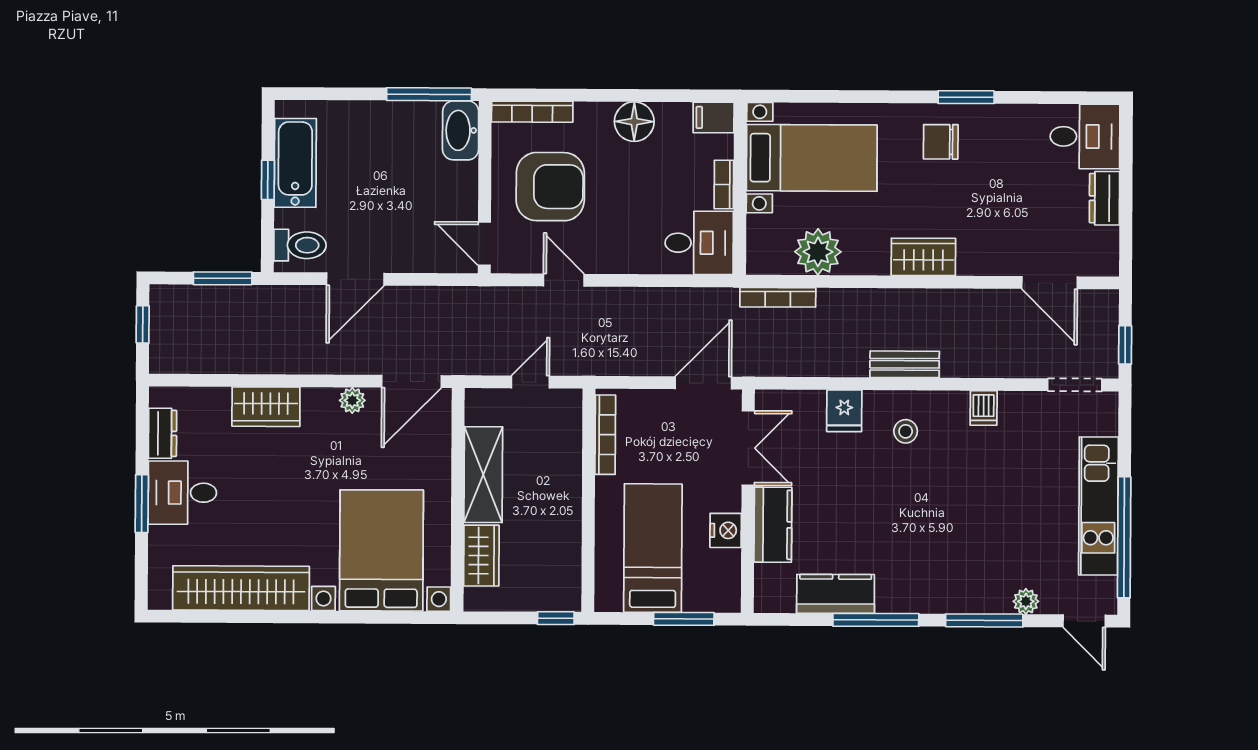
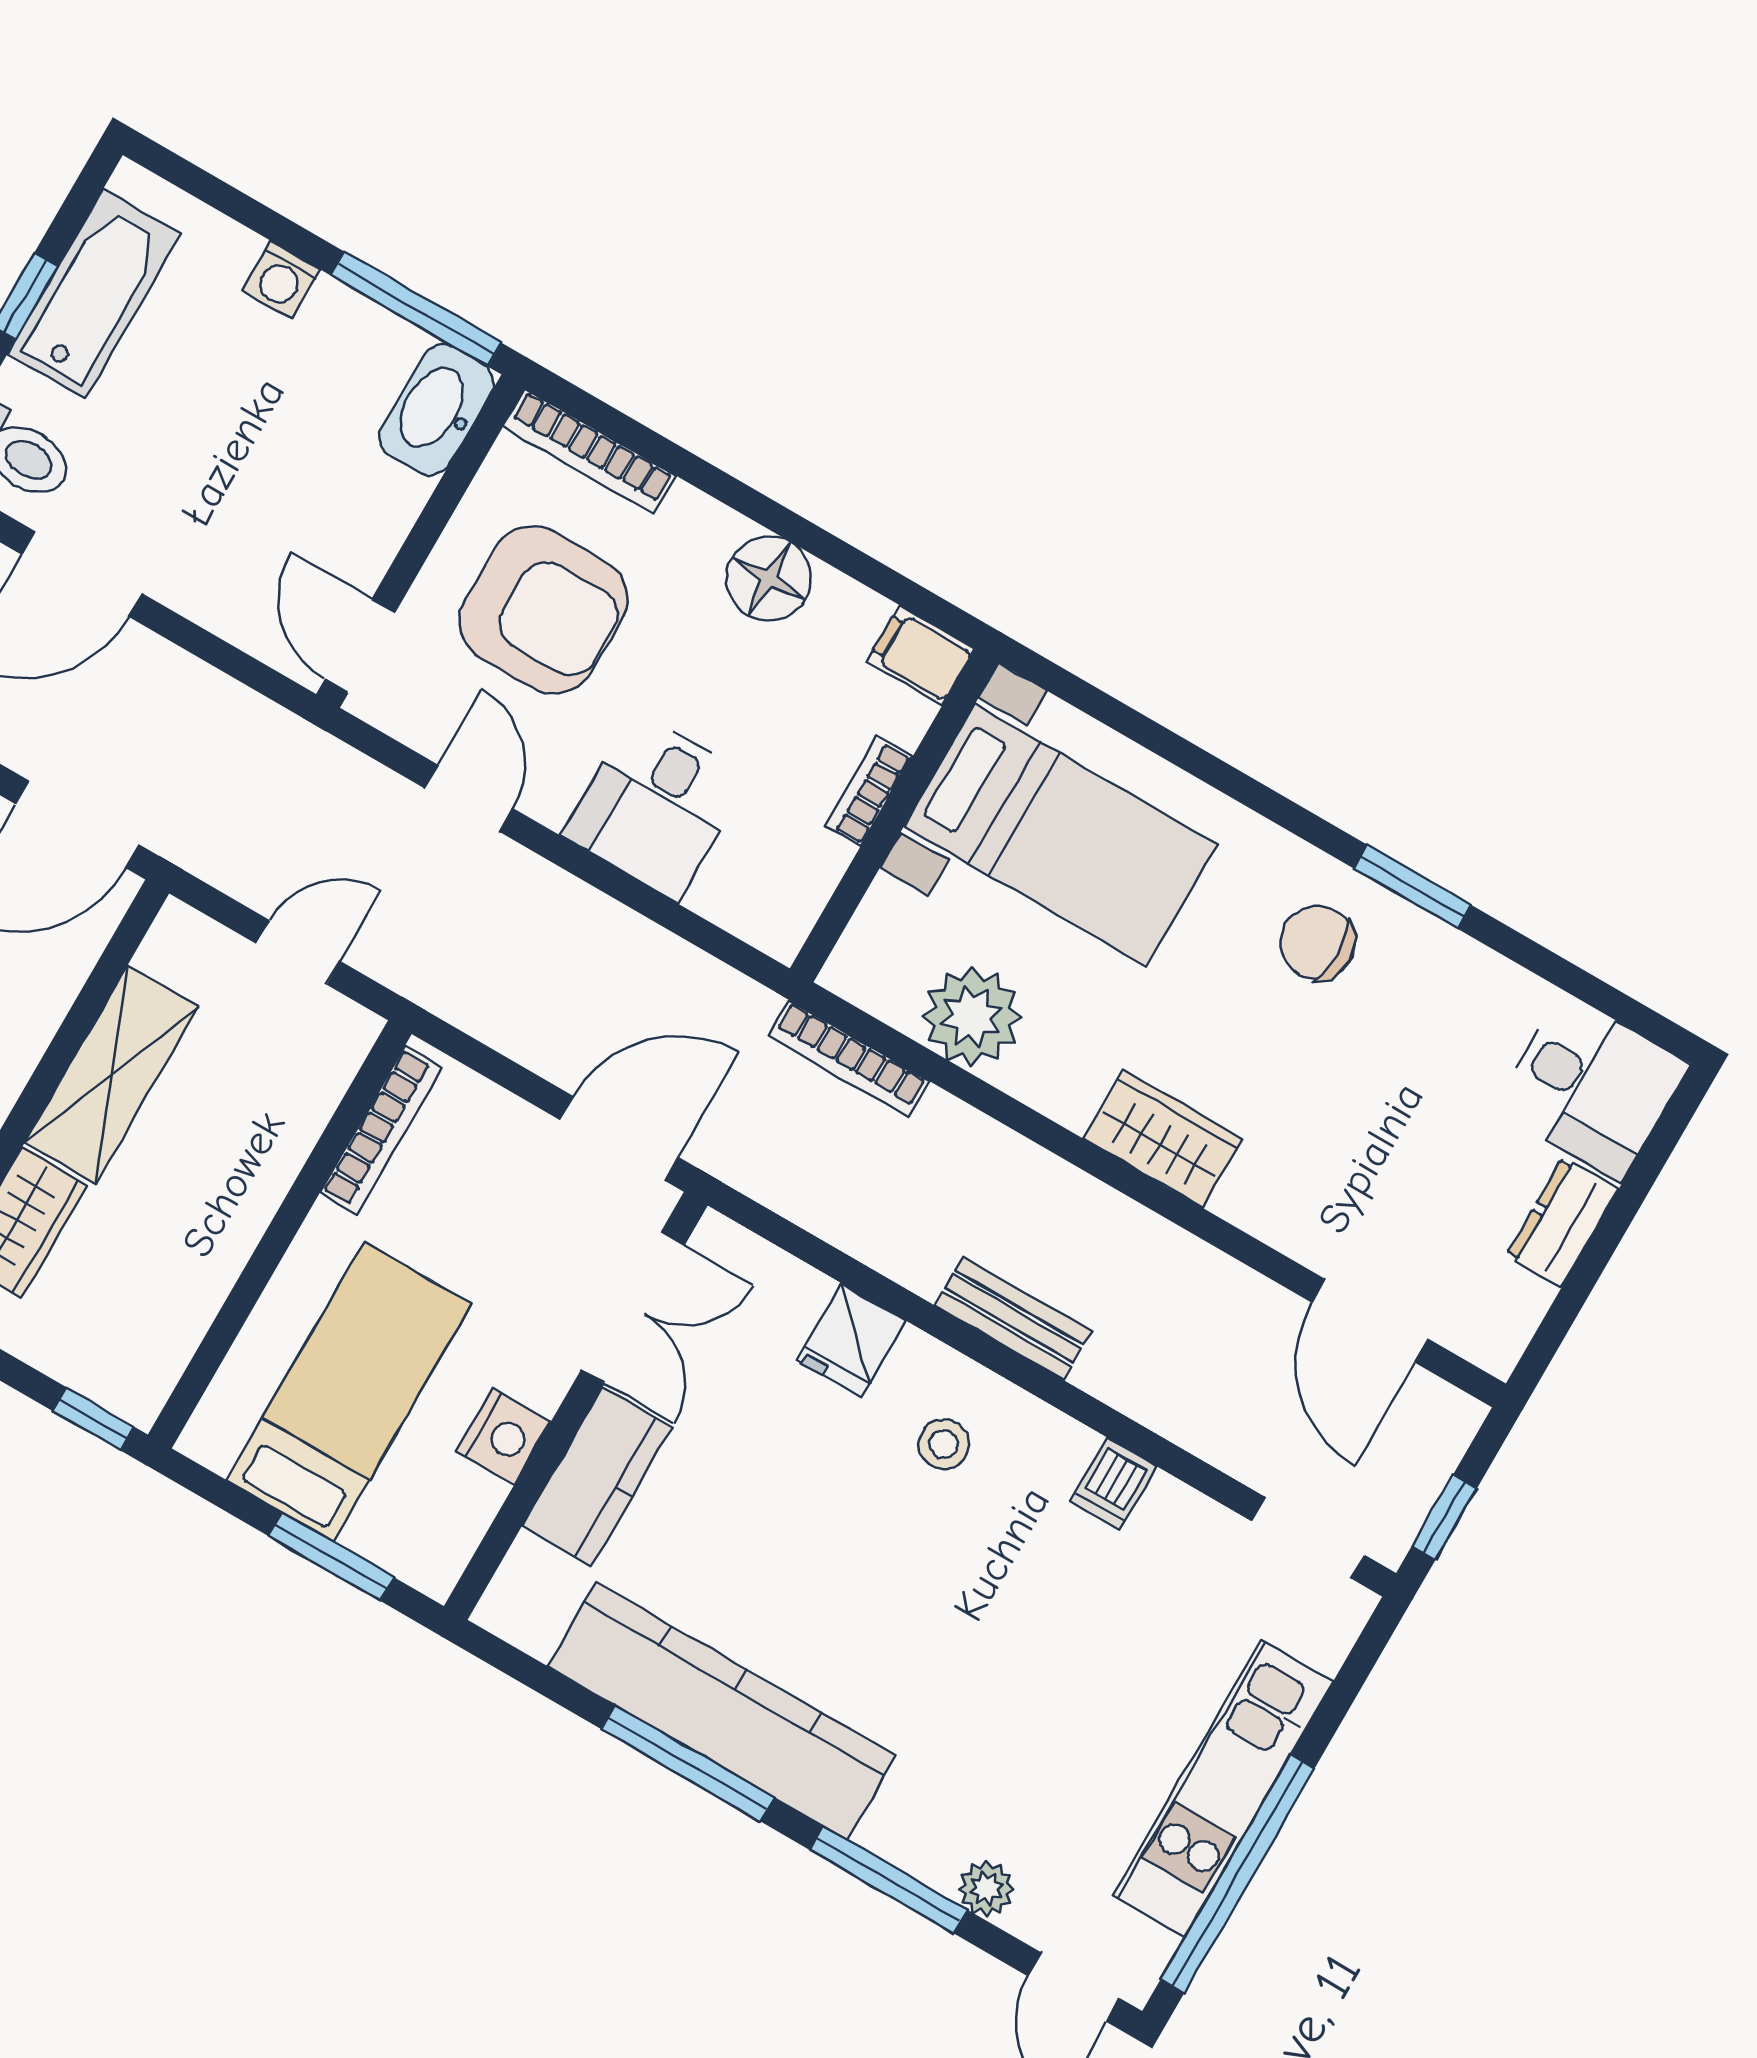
washing machine: (368, 114) -> (281, 280), added
desk: (699, 243) -> (656, 806), moved, turned 90
kitchen counter: (836, 594) -> (722, 1711), width x2.08, depth x1.17

